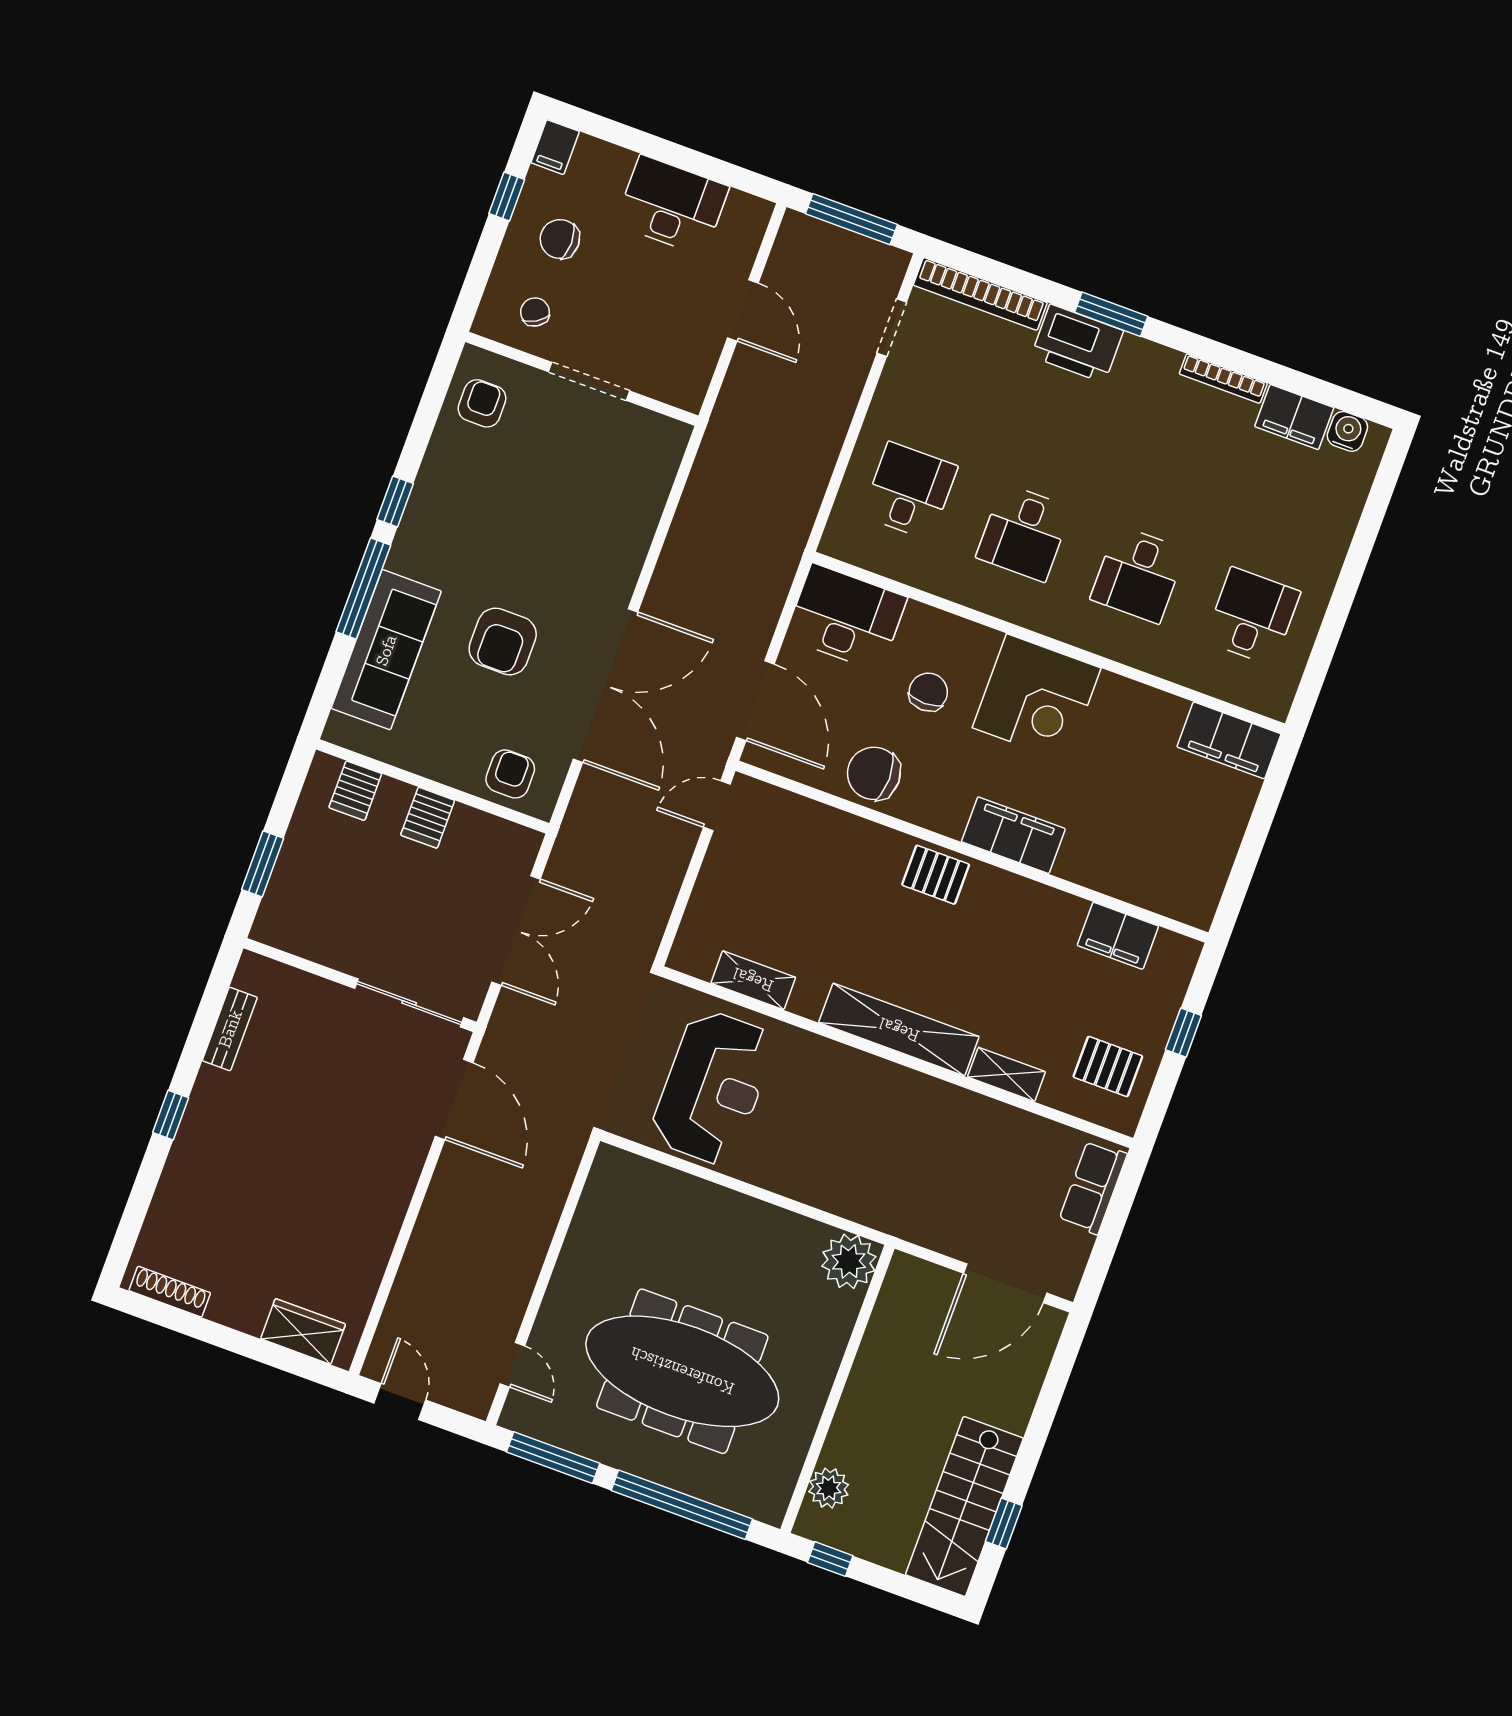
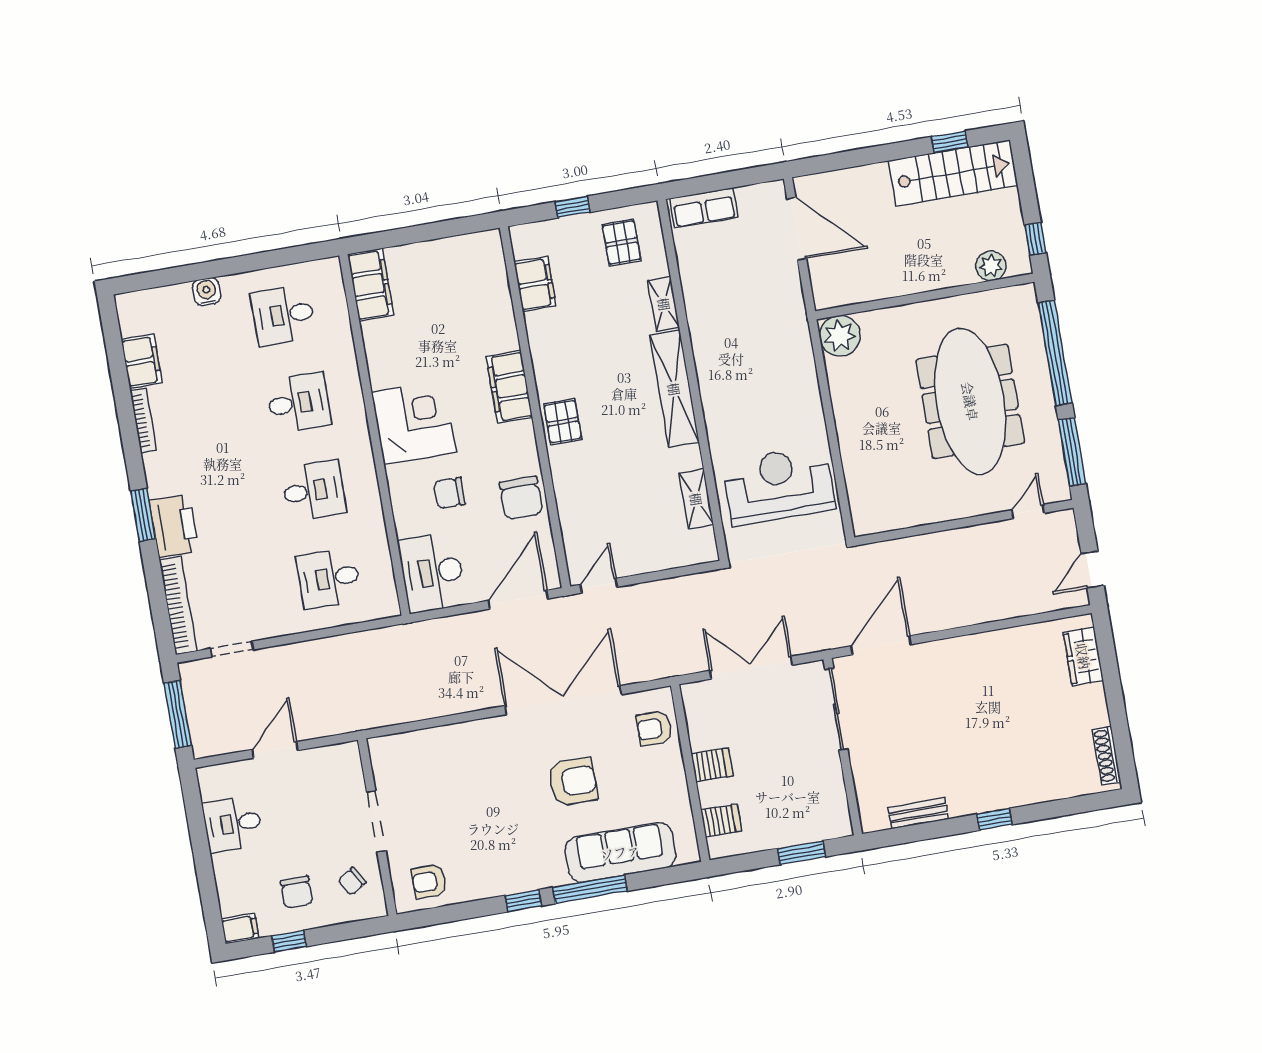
desk: (672, 205) -> (233, 824), width x0.73
water cooler: (1347, 431) -> (207, 292), moved, turned 90
door: (717, 806) -> (599, 586), swing flipped

